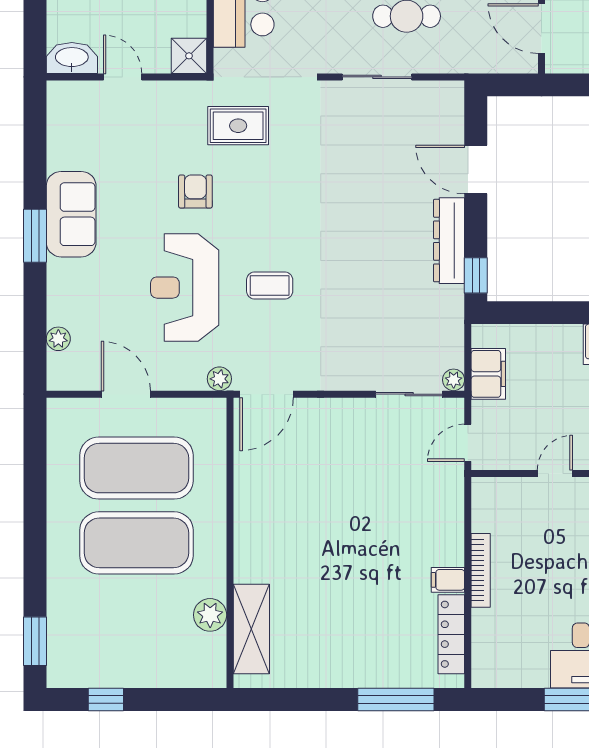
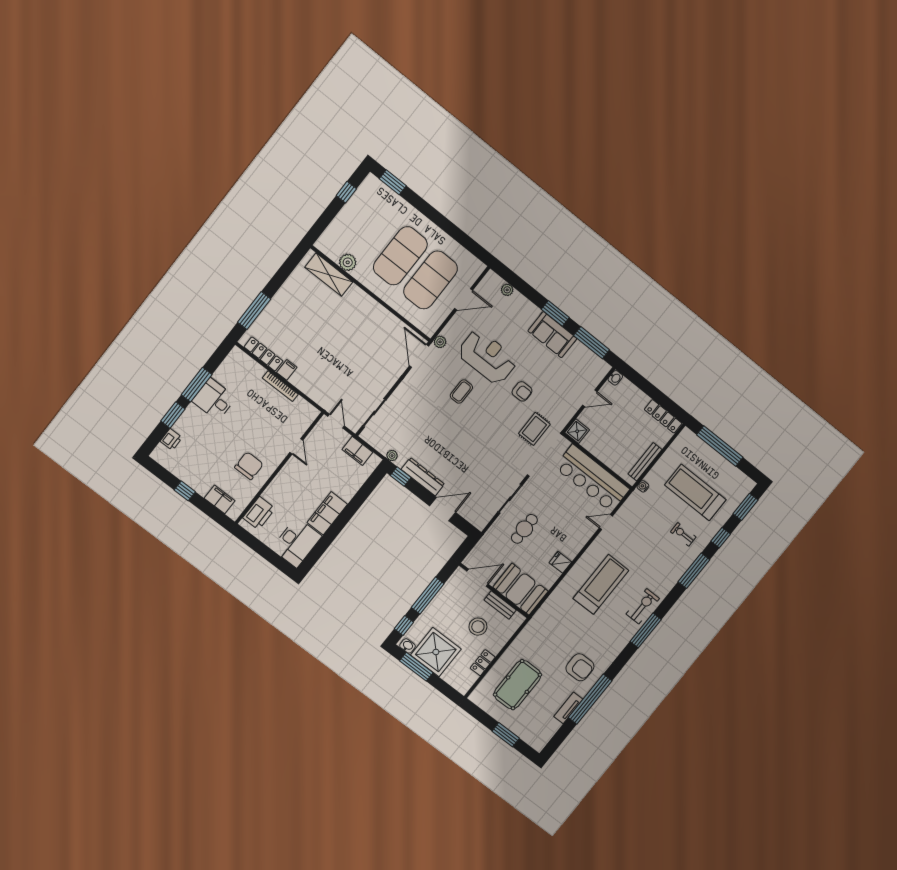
washbasin: (72, 58) -> (615, 378), width x0.52, depth x0.69
window: (35, 143) -> (592, 343), added
plant: (454, 380) -> (392, 456), moved

